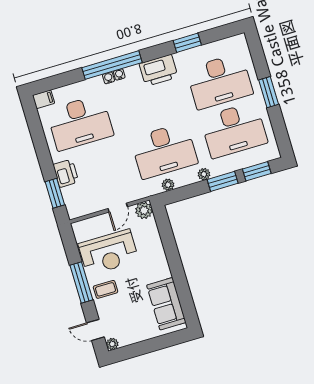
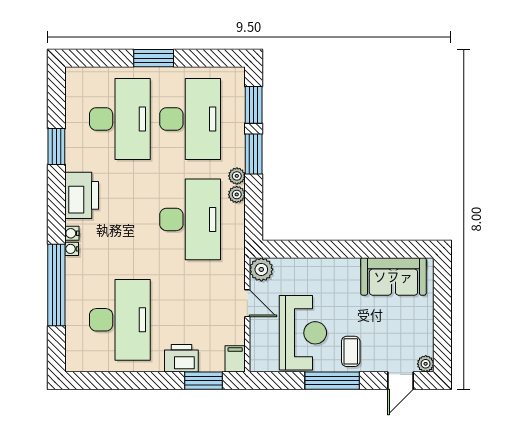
window: (112, 65) -> (56, 285), moved
water cooler: (108, 78) -> (72, 233), moved
filing cabinet: (44, 99) -> (235, 359), moved
plant: (168, 185) -> (237, 194), moved

